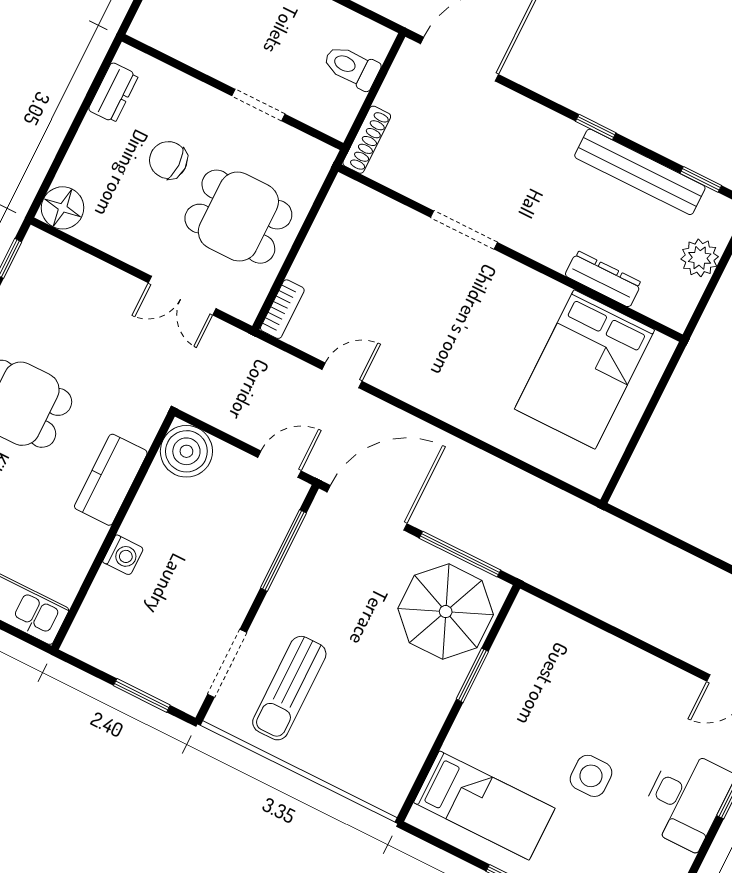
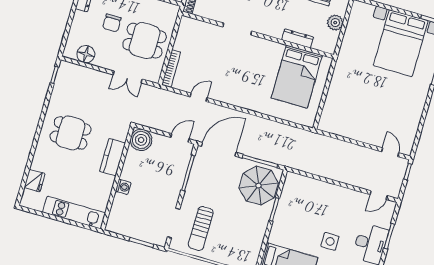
chair: (168, 160) -> (112, 23), turned -90
floor lamp: (63, 208) -> (86, 54), moved
bookcase: (282, 309) -> (171, 68), width x1.56

